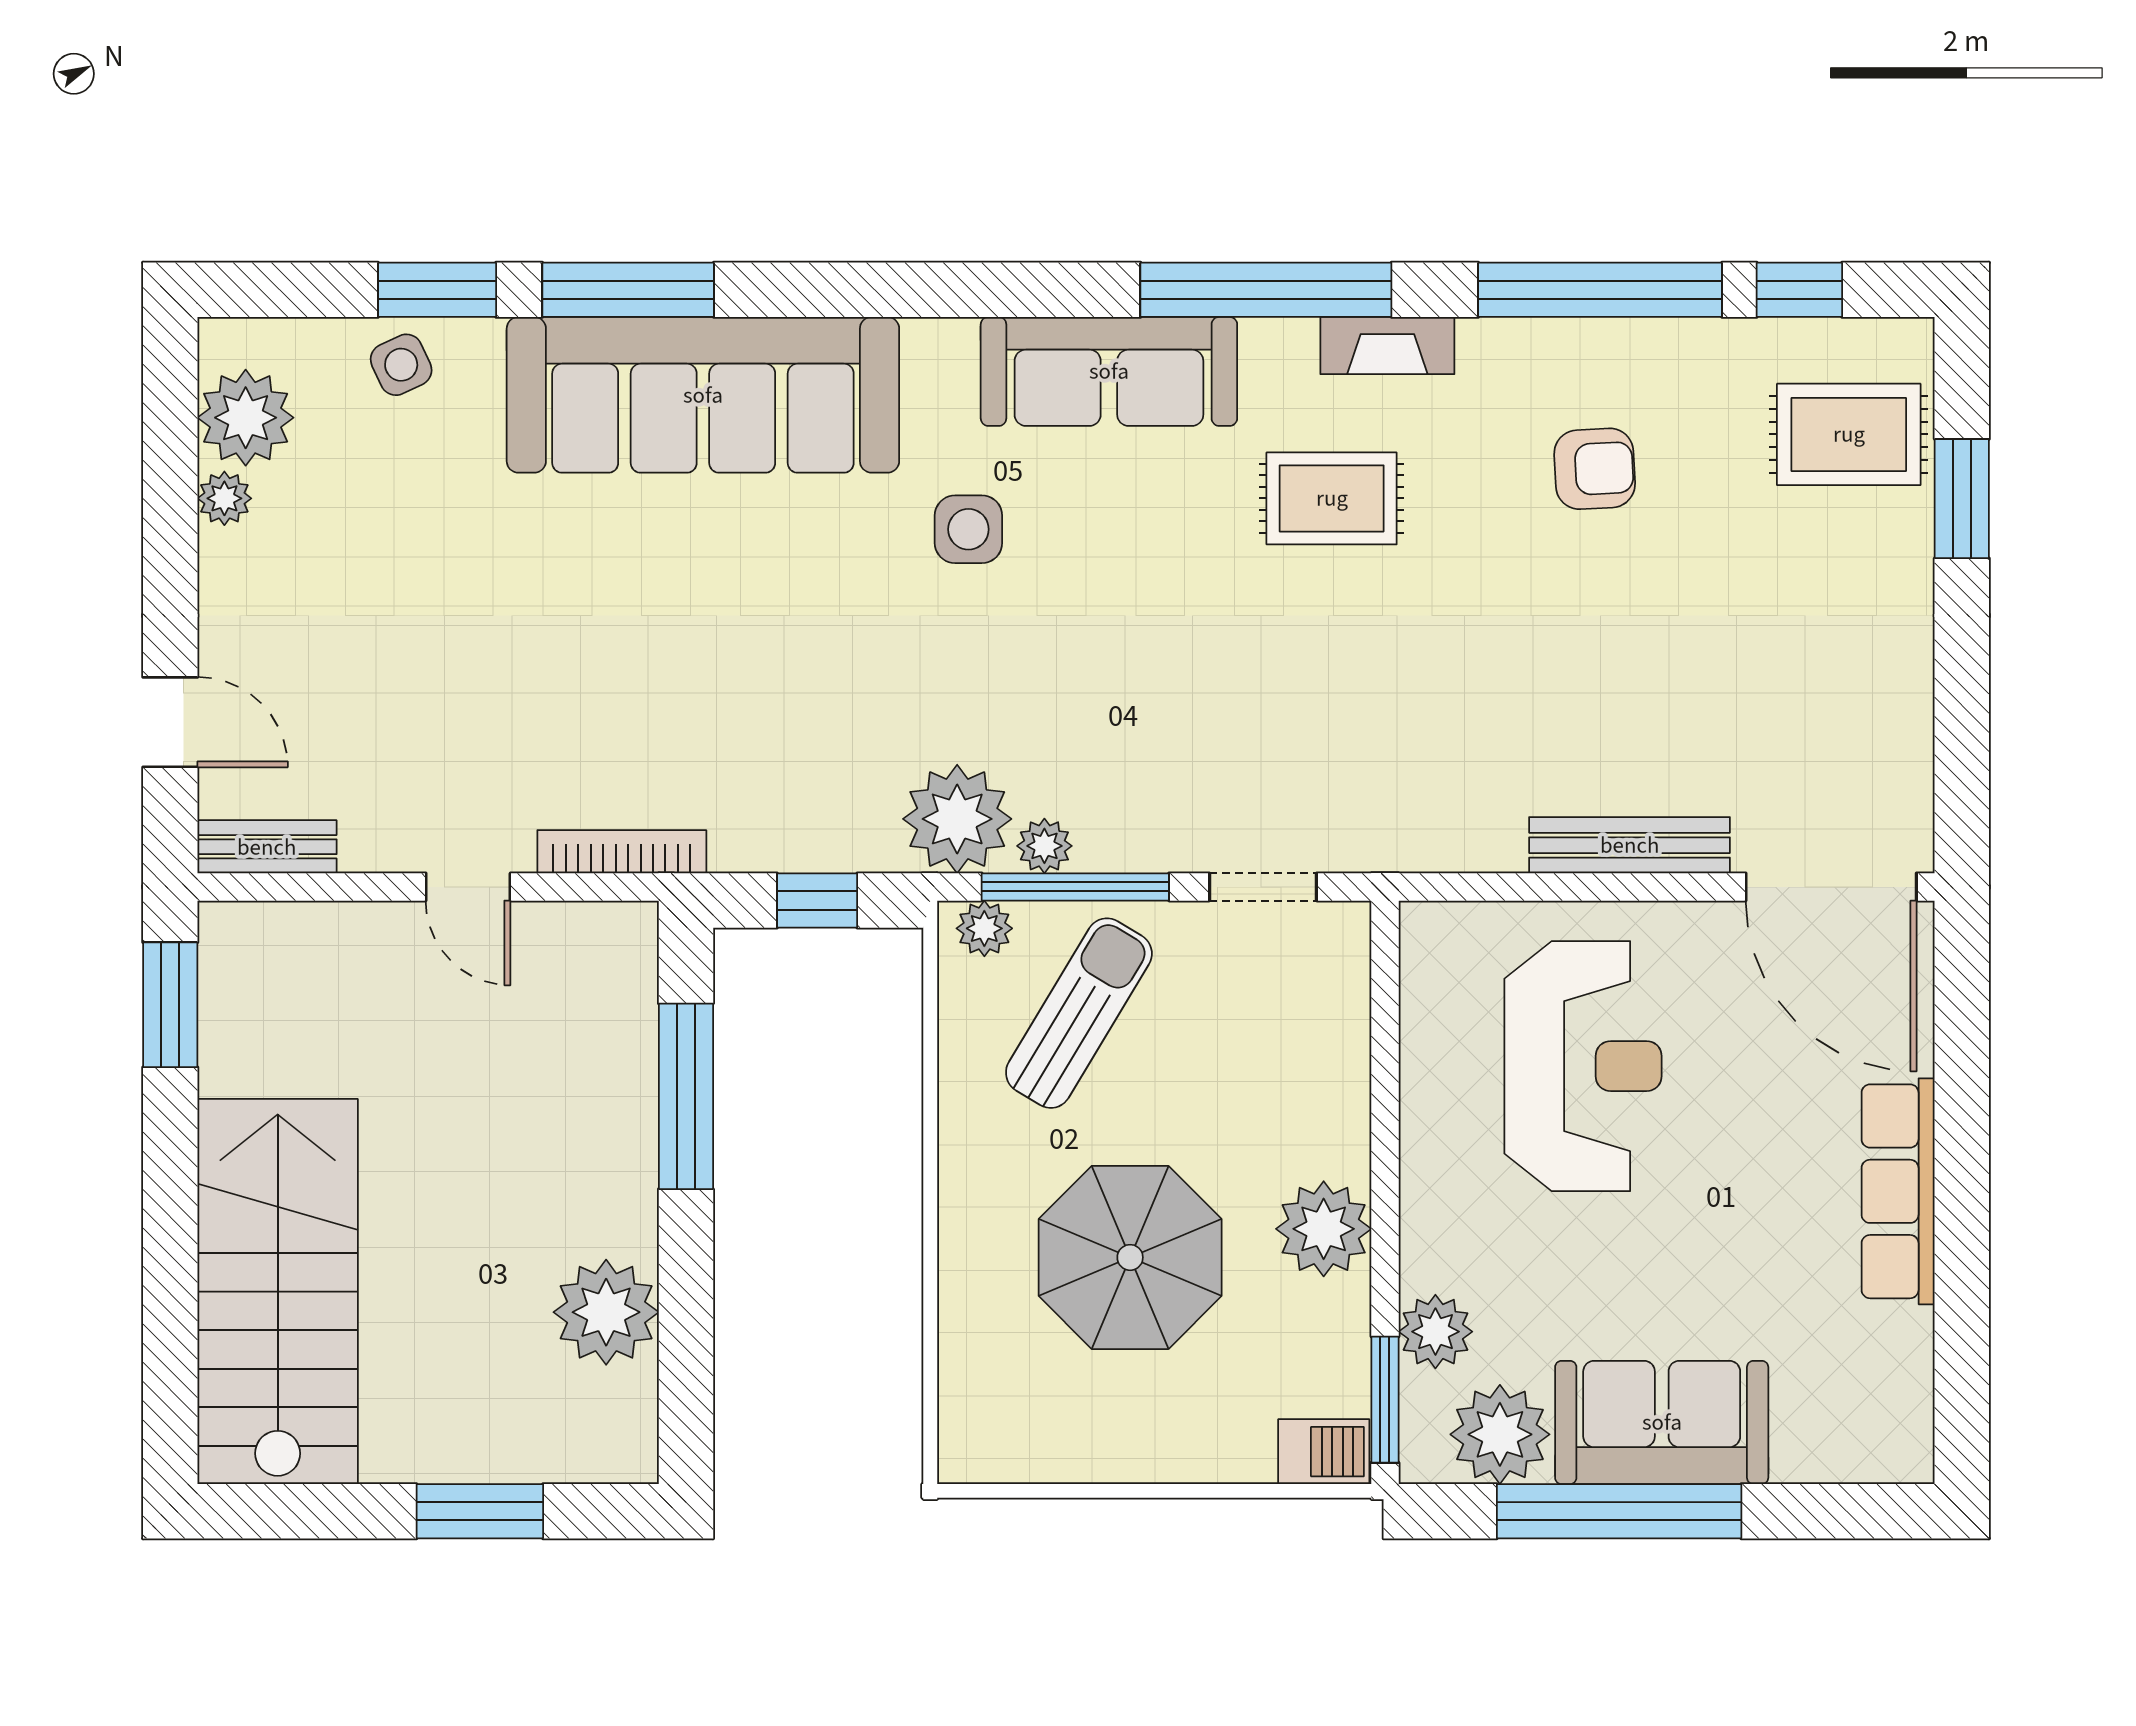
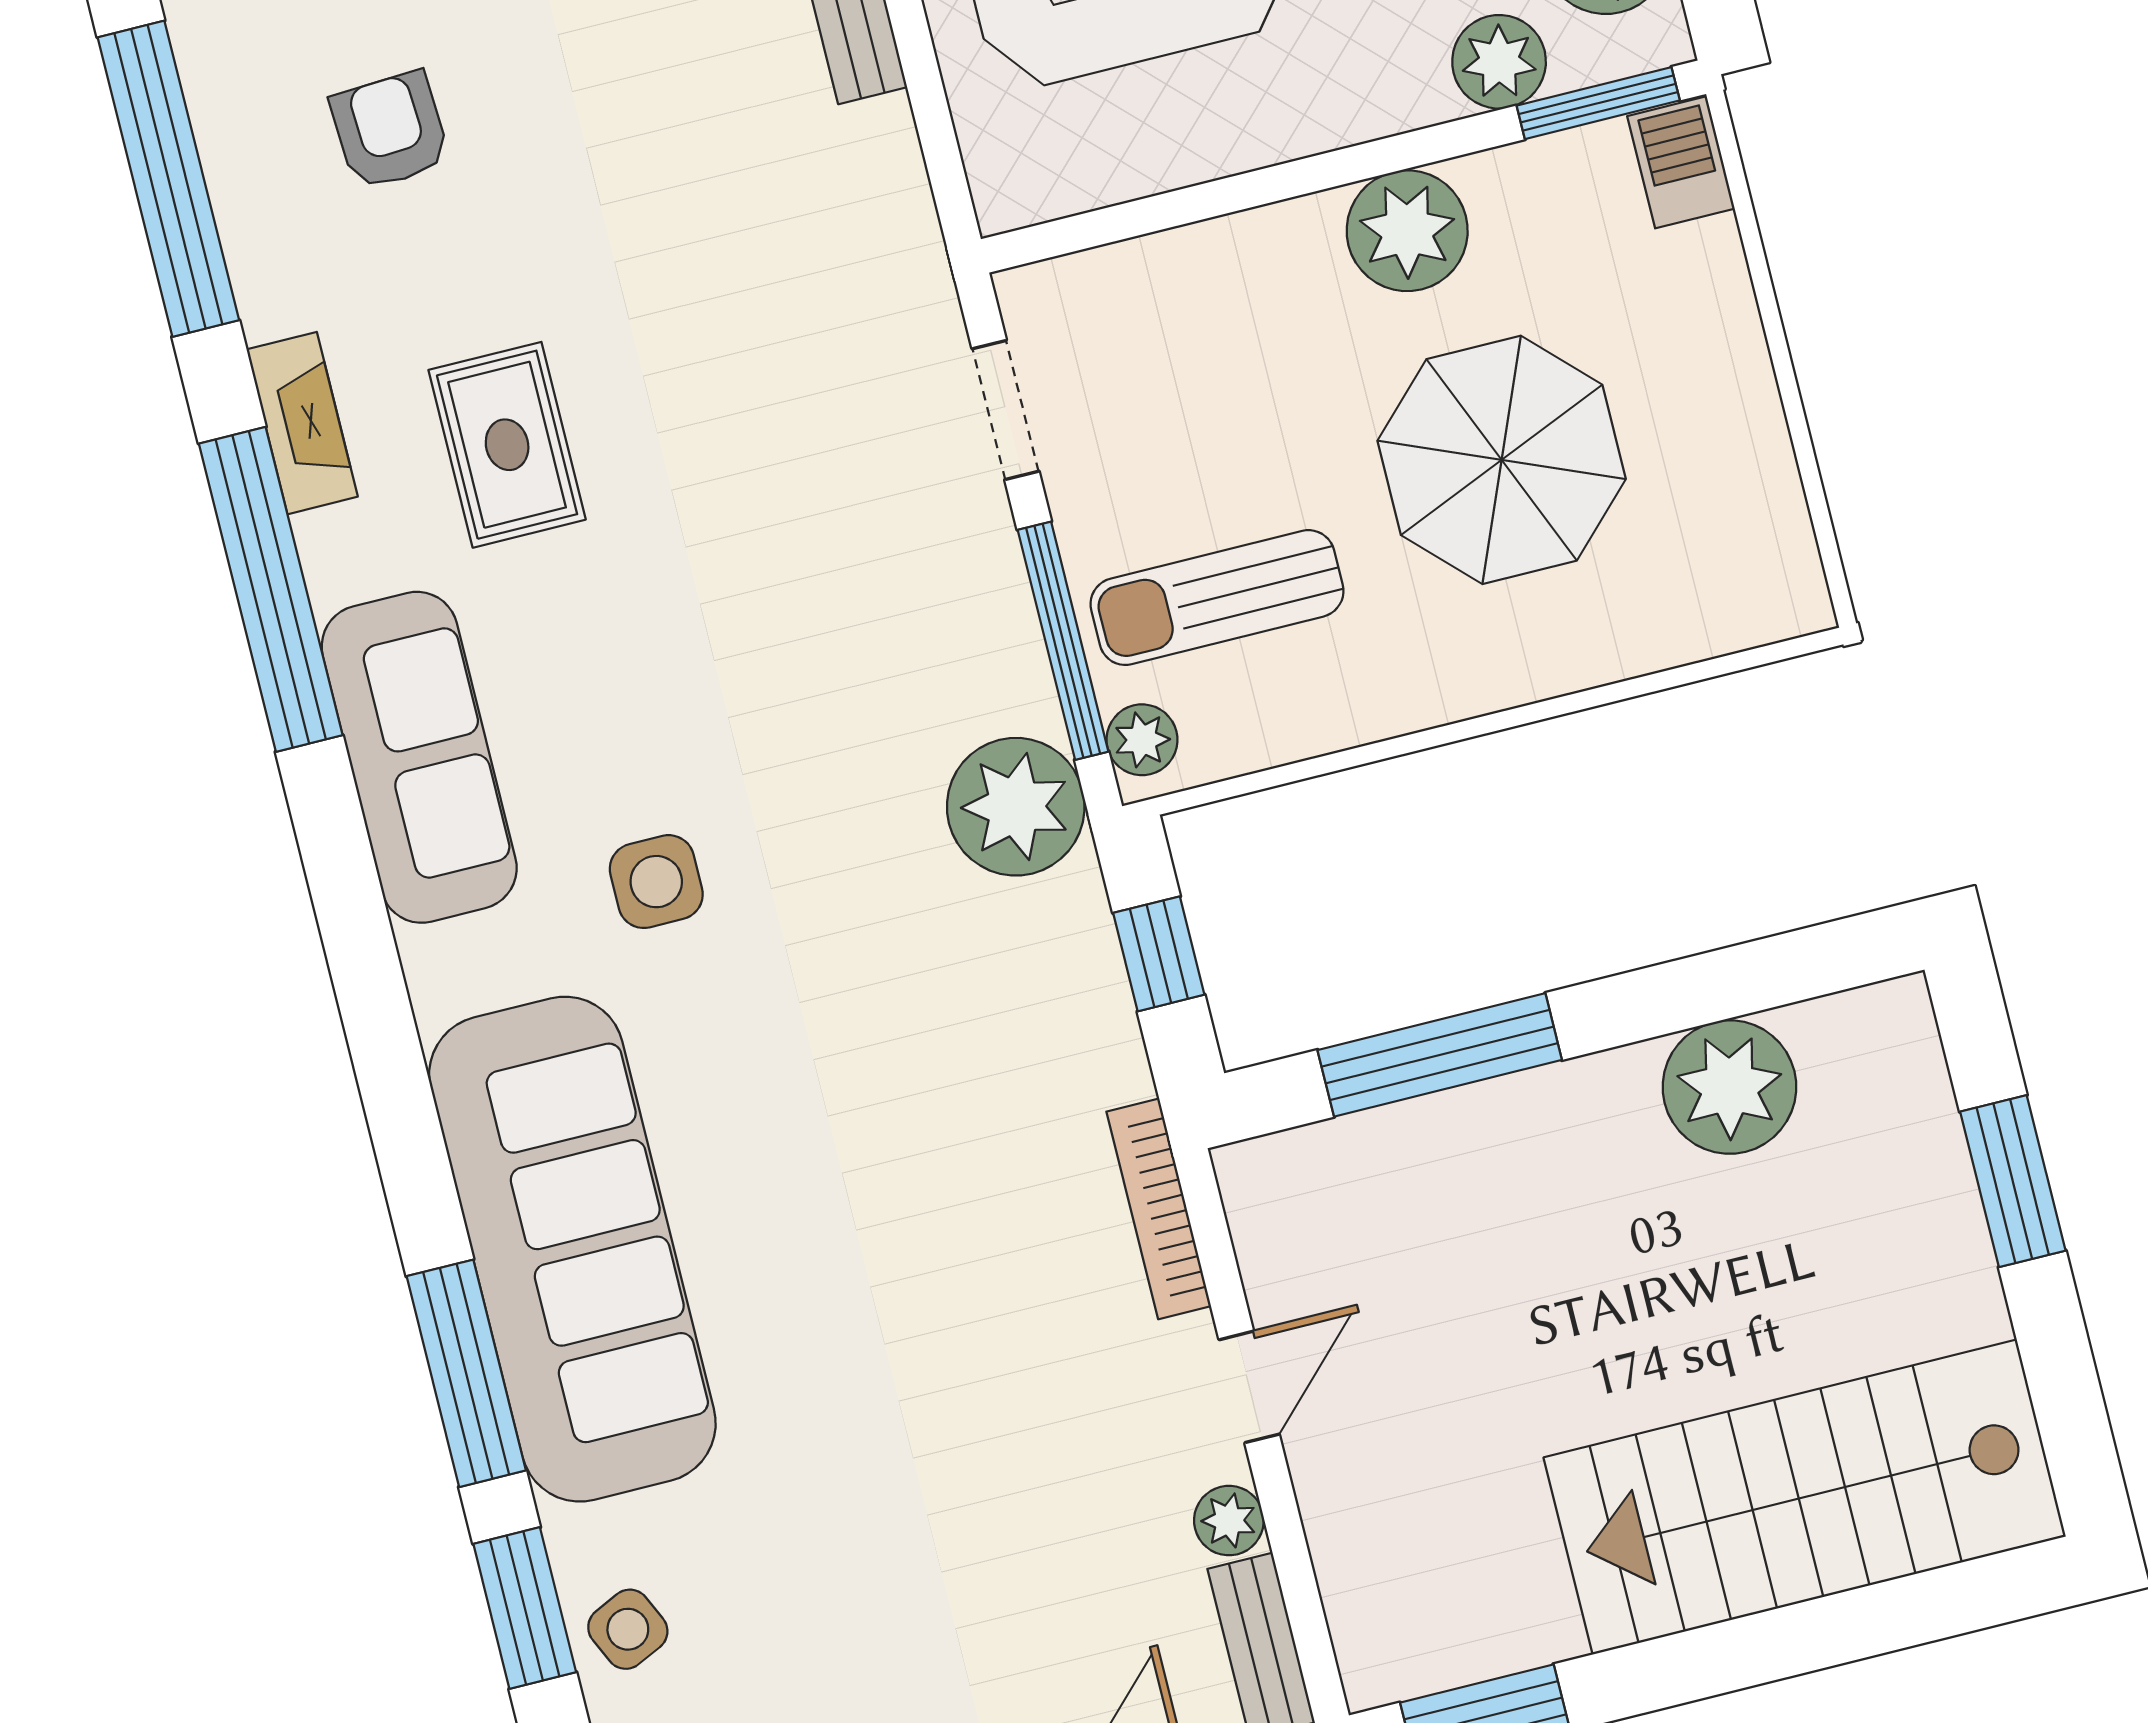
plant: (1044, 846) -> (1229, 1521), moved
sun lounger: (1079, 1013) -> (1217, 598), turned -31

